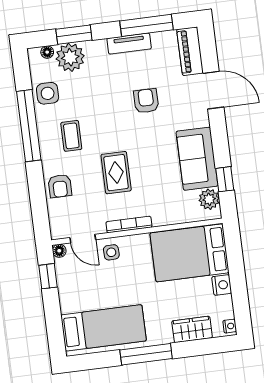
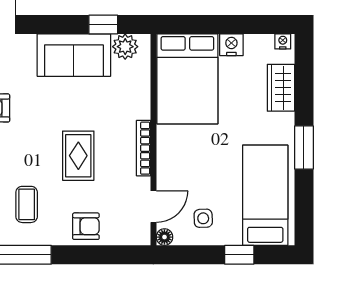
coffee table: (71, 136) -> (27, 204), turned 90
rug: (116, 173) -> (78, 156), turned 90
side table: (111, 252) -> (203, 218), moved
window: (48, 276) -> (239, 255), moved
window: (146, 354) -> (304, 147), width x0.69

